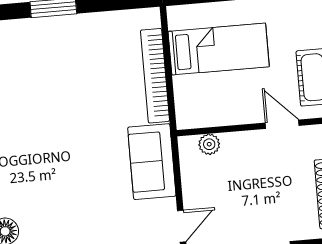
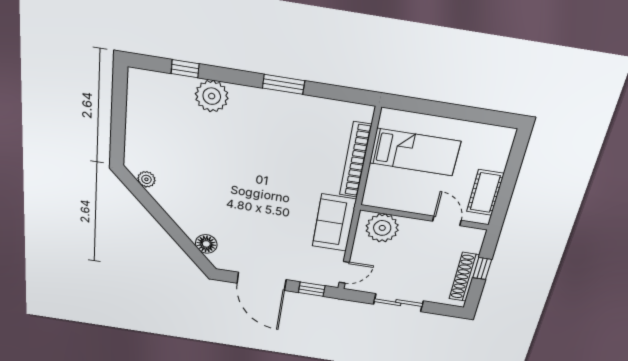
plant: (209, 144) -> (382, 228), width x1.88, depth x1.88

